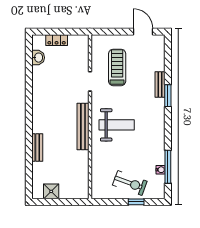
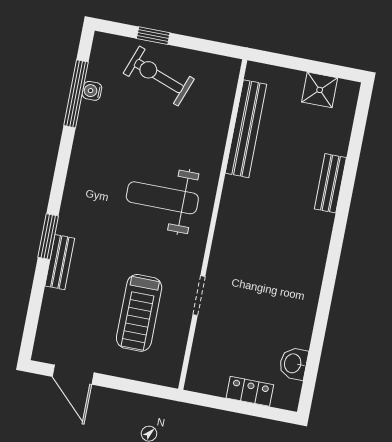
bench: (83, 126) -> (246, 129), moved

